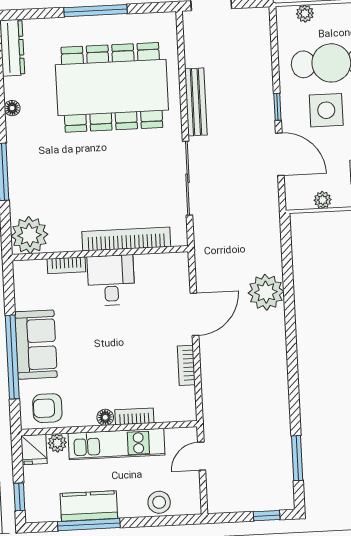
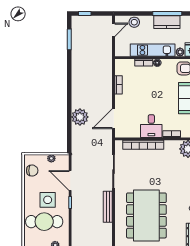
dining table: (112, 87) -> (146, 215), turned 90
door: (194, 314) -> (114, 119), moved
door: (202, 456) -> (114, 30), moved

